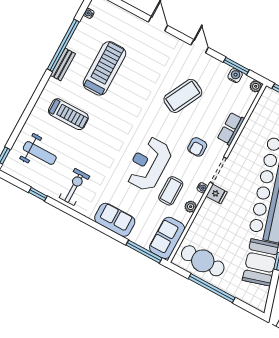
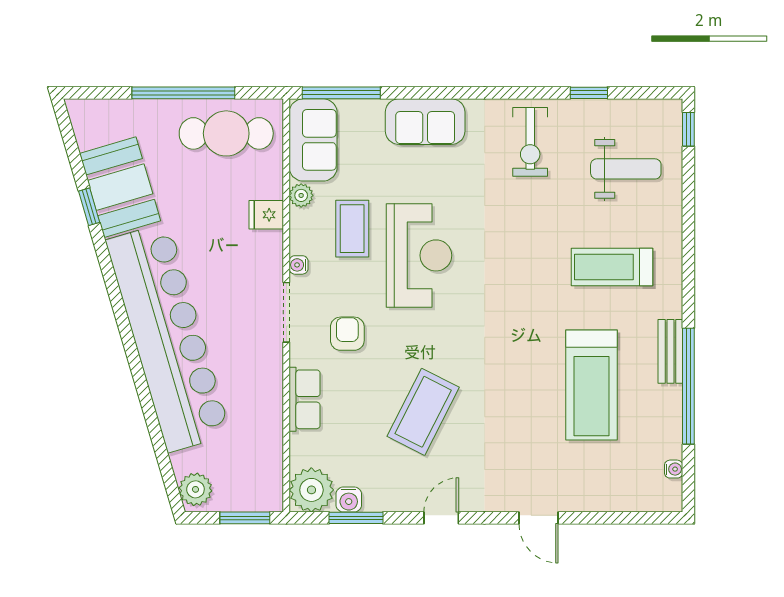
door: (200, 46) -> (441, 518), swing flipped
plant: (256, 86) -> (311, 490), width x1.87, depth x1.87
weight bench: (40, 153) -> (626, 169), turned 180
fridge: (217, 194) -> (266, 215), moved
plant: (191, 207) -> (301, 195), moved

